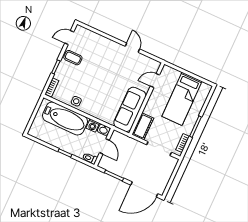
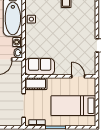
sofa: (130, 109) -> (40, 67), width x0.73

